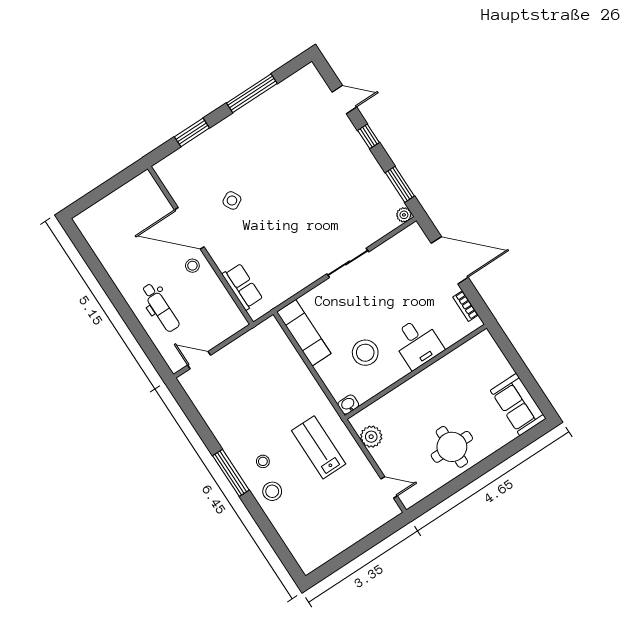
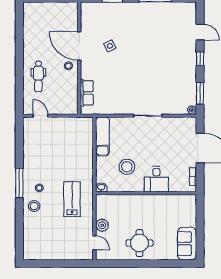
plant: (371, 437) -> (102, 225), moved

